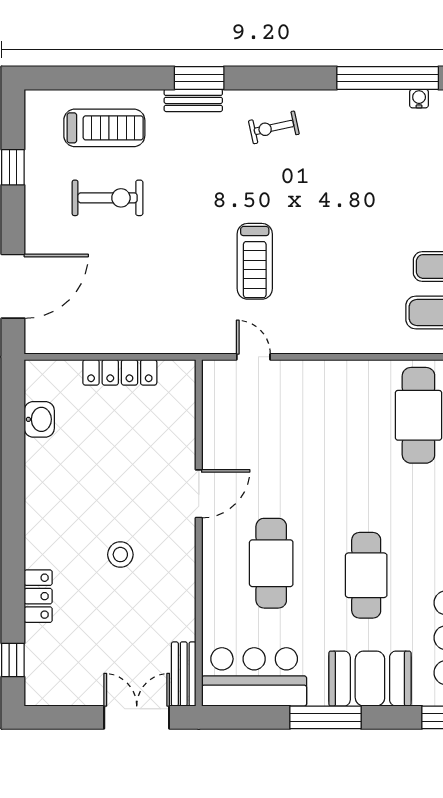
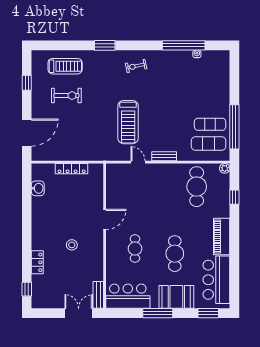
bench: (193, 100) -> (164, 156), moved
treadmill: (255, 261) -> (128, 122), width x1.37, depth x1.38
door: (253, 357) -> (138, 162), moved
cafe table: (271, 563) -> (135, 249), width x0.73, depth x0.74

